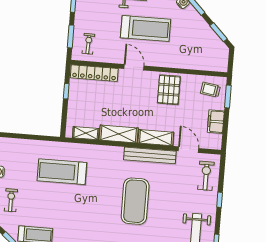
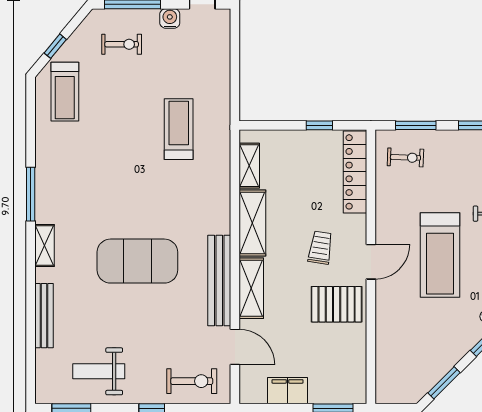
door: (134, 67) -> (371, 262), moved
trolley: (210, 90) -> (320, 248), moved
door: (188, 150) -> (235, 347), hinge flipped
treadmill: (62, 172) -> (179, 129), width x0.73, depth x0.73

